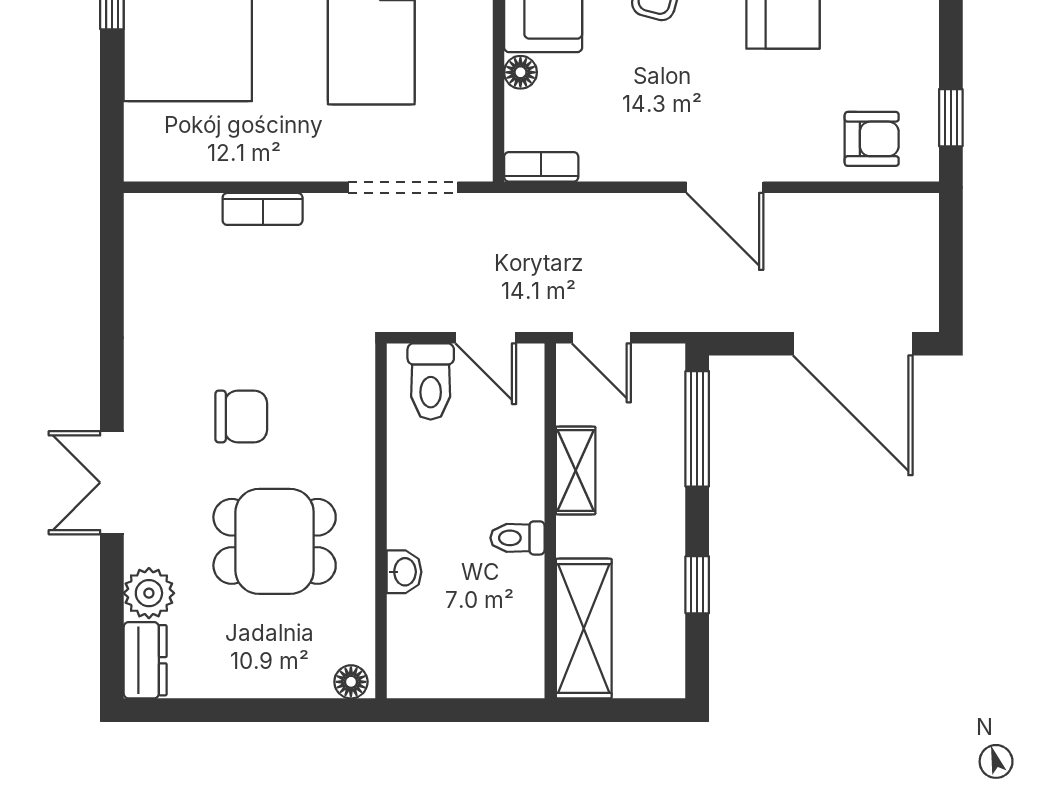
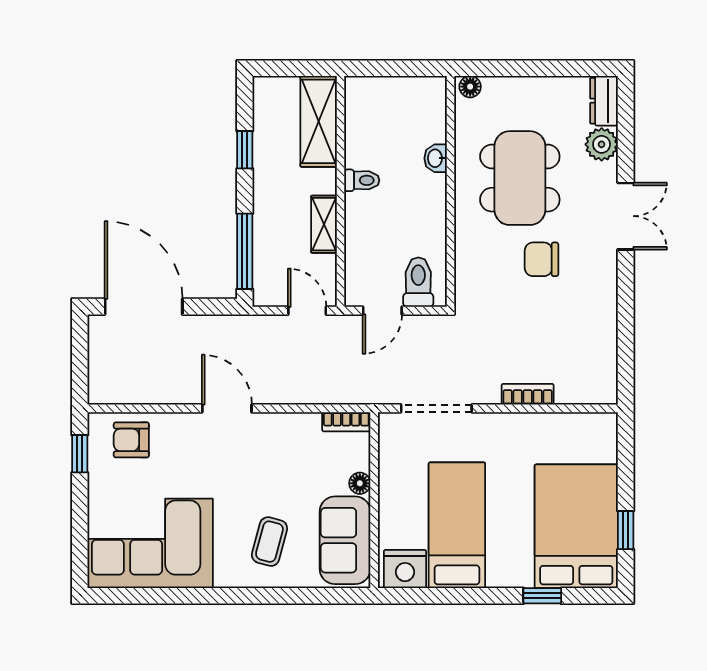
door: (486, 338) -> (382, 311), swing flipped
dining table: (275, 541) -> (520, 178), width x1.38

